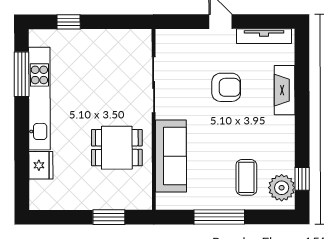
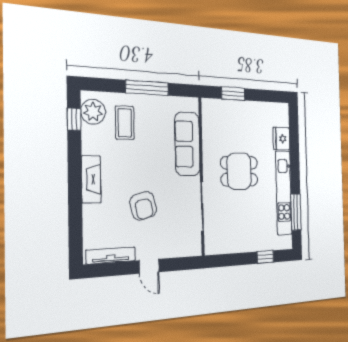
armchair: (226, 87) -> (143, 206), turned -104
fireplace: (285, 90) -> (91, 179), moved
dining table: (117, 148) -> (239, 171), moved

